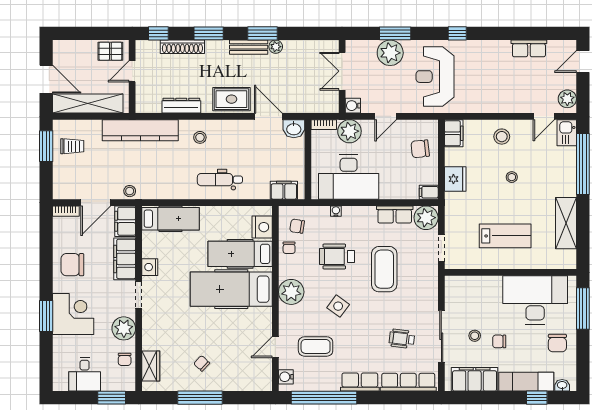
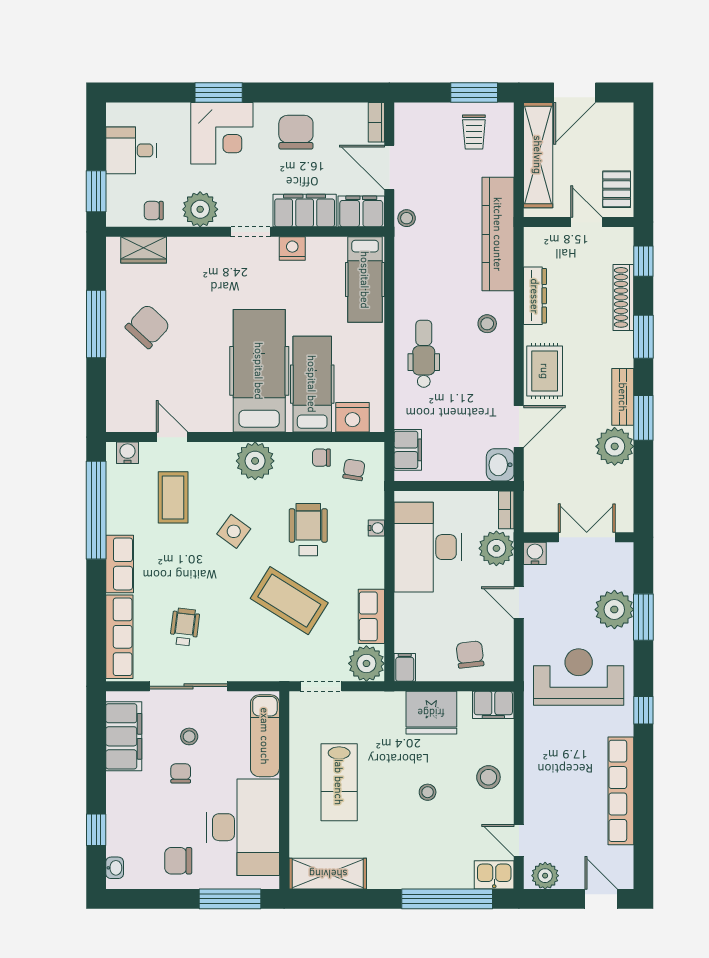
plant: (276, 47) -> (615, 446), width x1.87, depth x1.87
row of seats: (529, 48) -> (621, 791), width x2.02
fridge: (455, 179) -> (431, 713), width x1.36, depth x1.34
shelving: (566, 223) -> (328, 874), moved
coffee table: (384, 269) -> (289, 601), turned 32
chair: (202, 363) -> (148, 326), width x1.87, depth x1.87
exam couch: (526, 382) -> (265, 736), moved, turned 180

